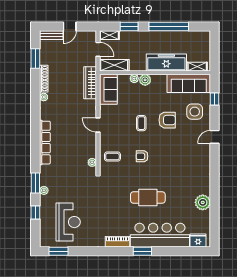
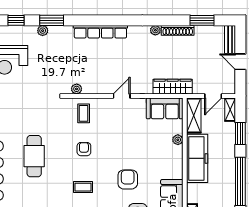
freezer: (166, 63) -> (197, 158), moved
plant: (145, 80) -> (176, 153), removed
armchair: (167, 120) -> (128, 179), turned 180
coffee table: (141, 123) -> (83, 187), moved

